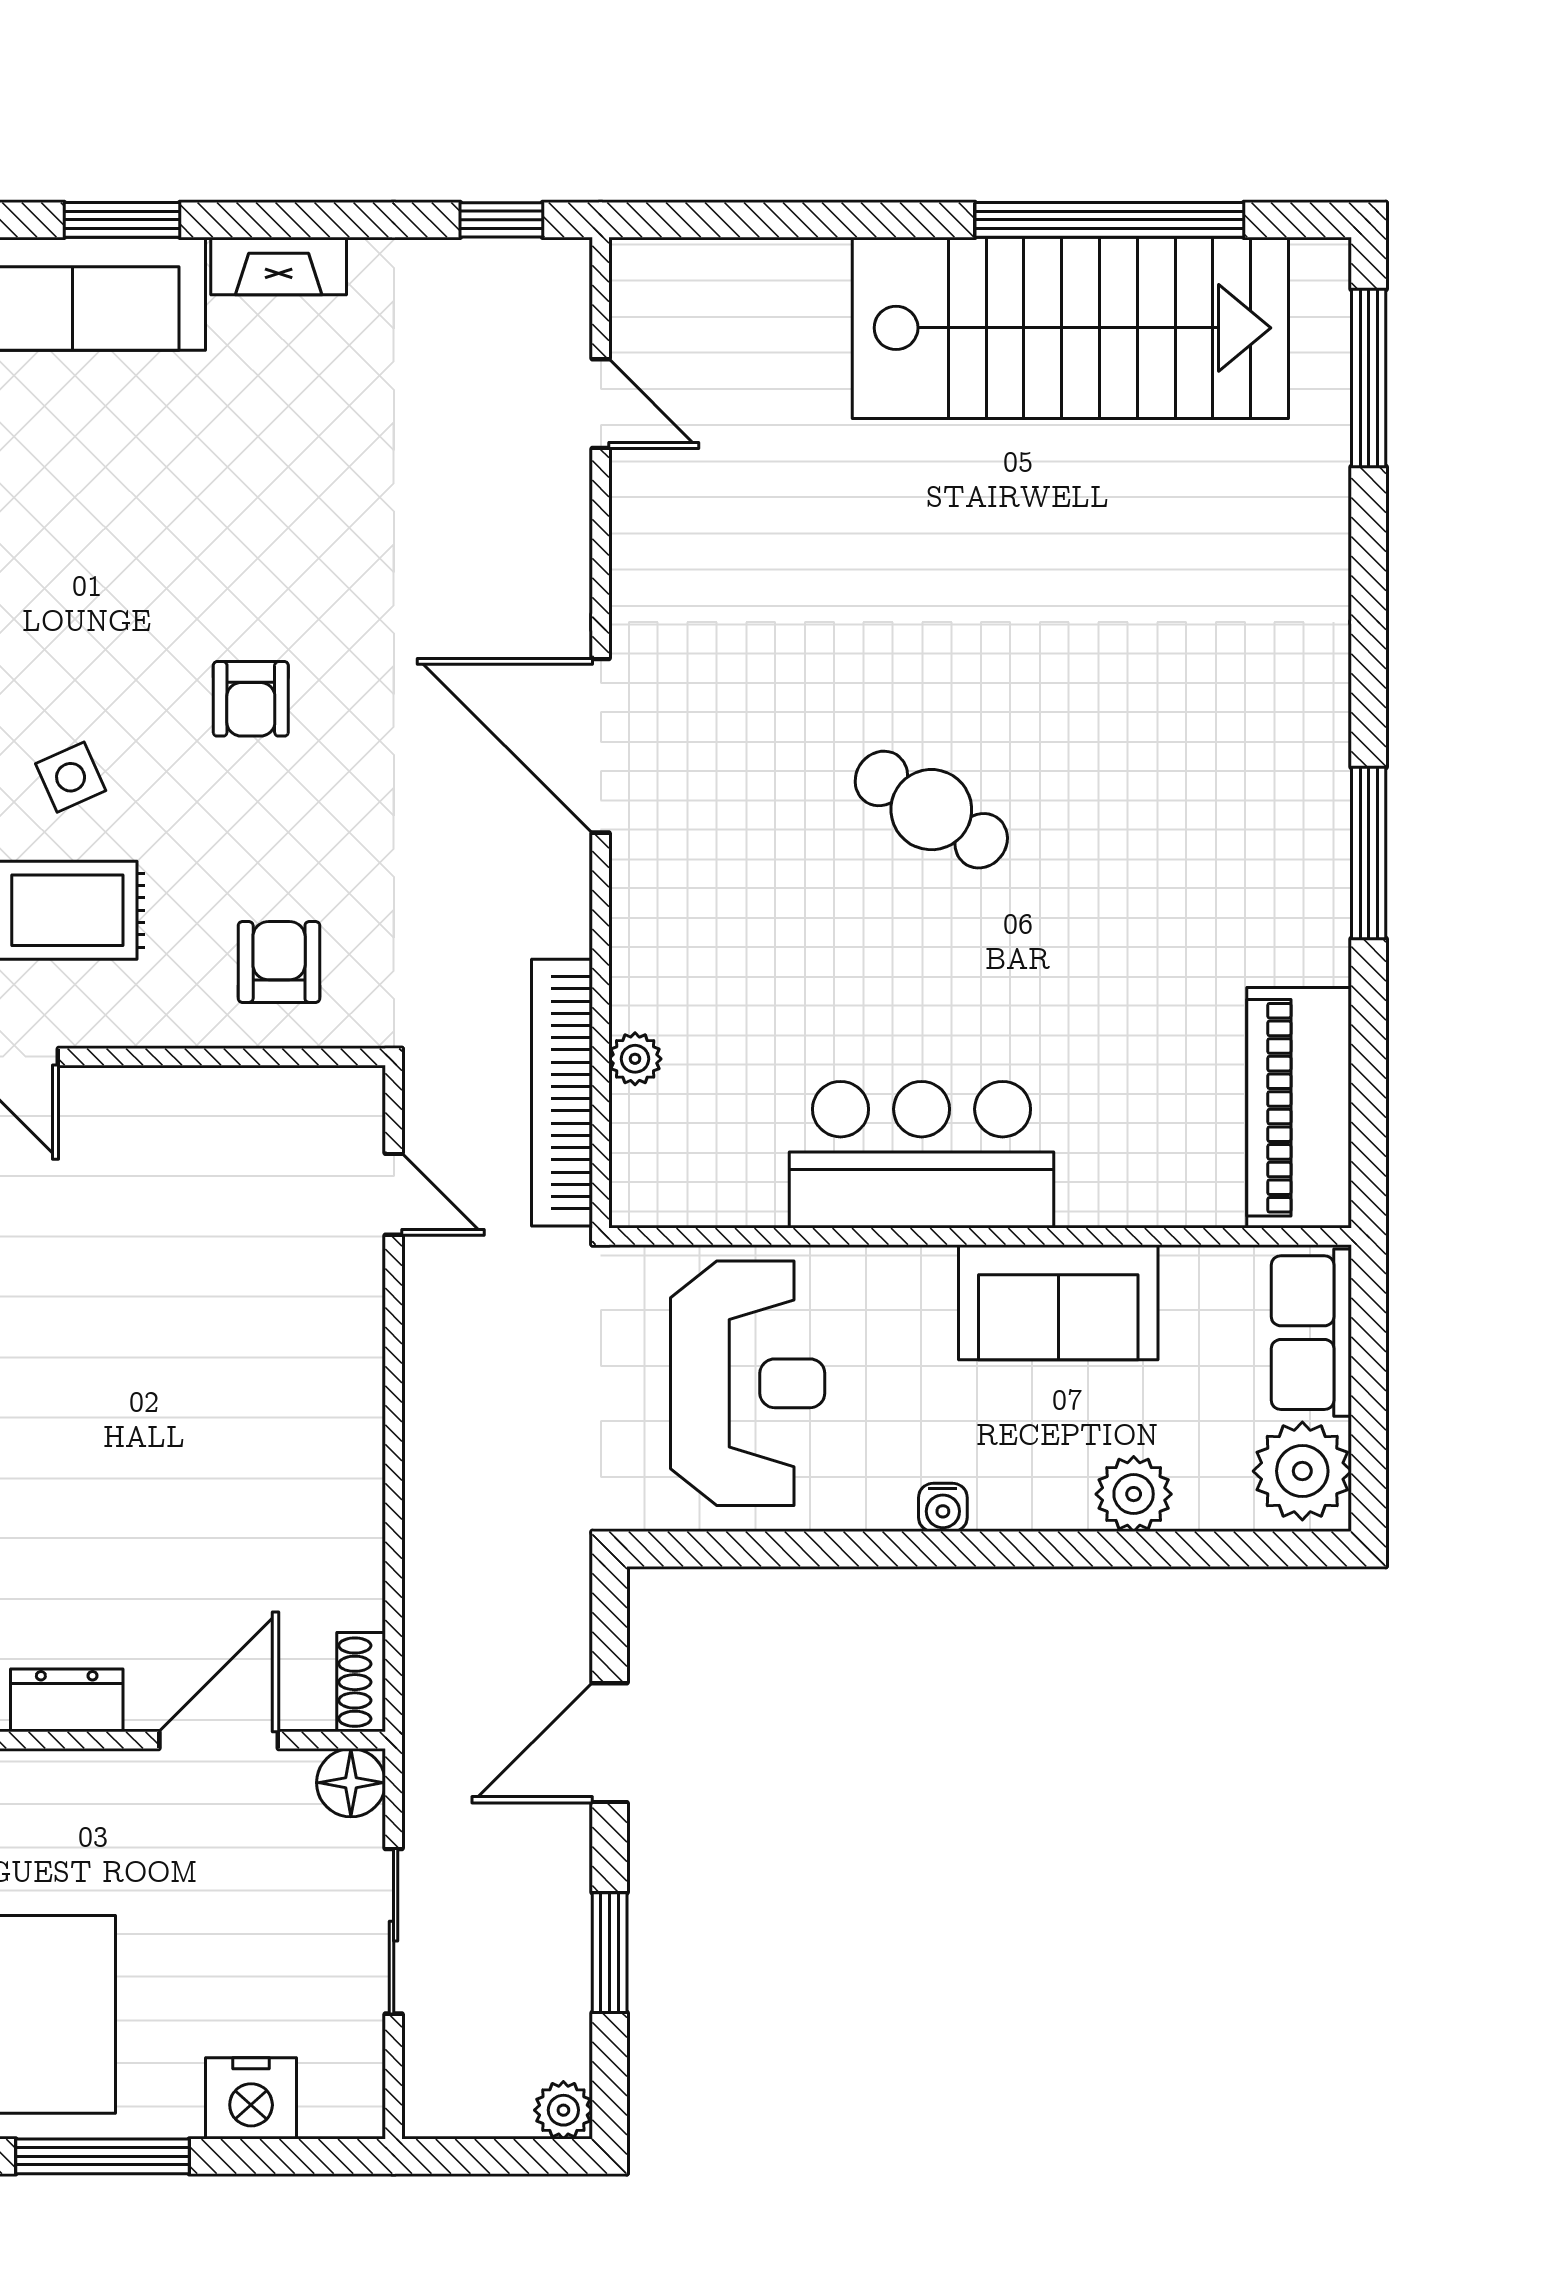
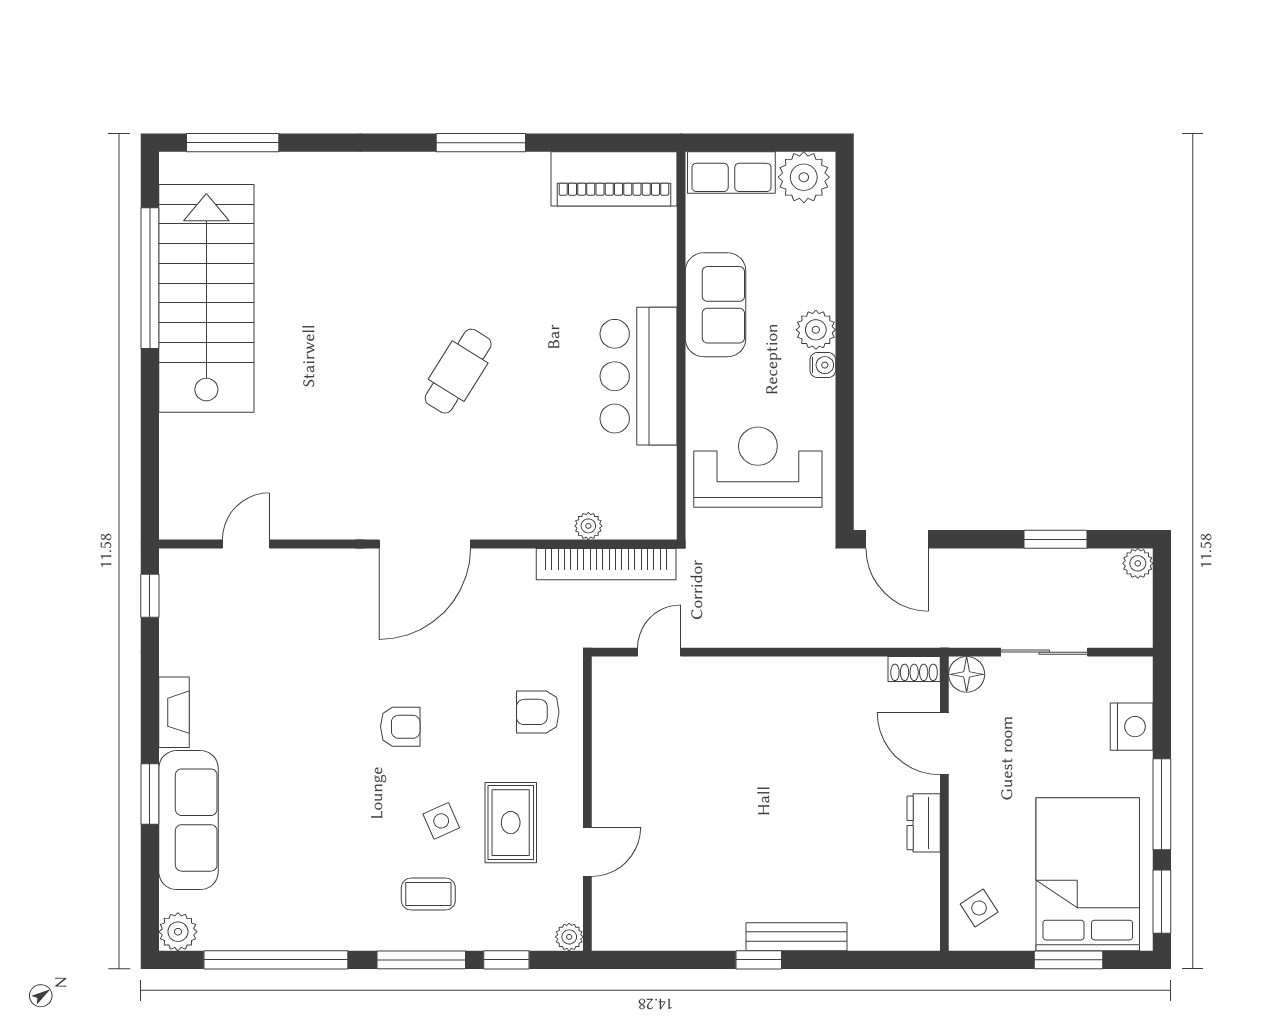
plant: (1134, 1494) -> (816, 330), moved
door: (610, 1743) -> (897, 539), moved

